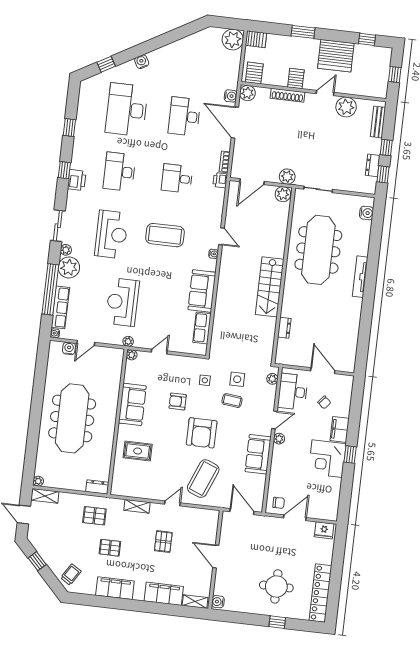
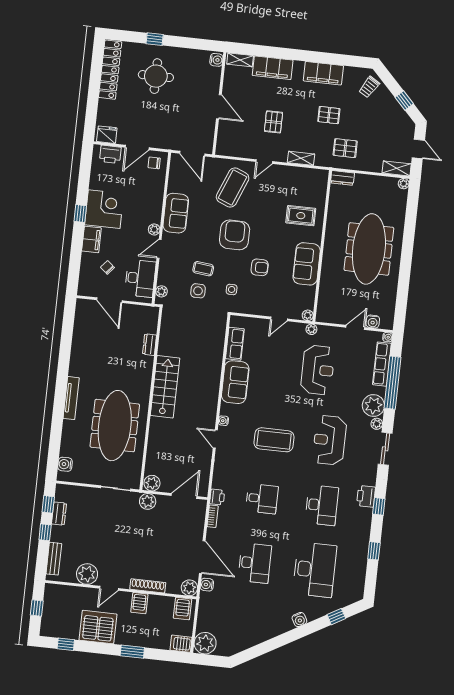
printer: (321, 511) -> (110, 154), added

